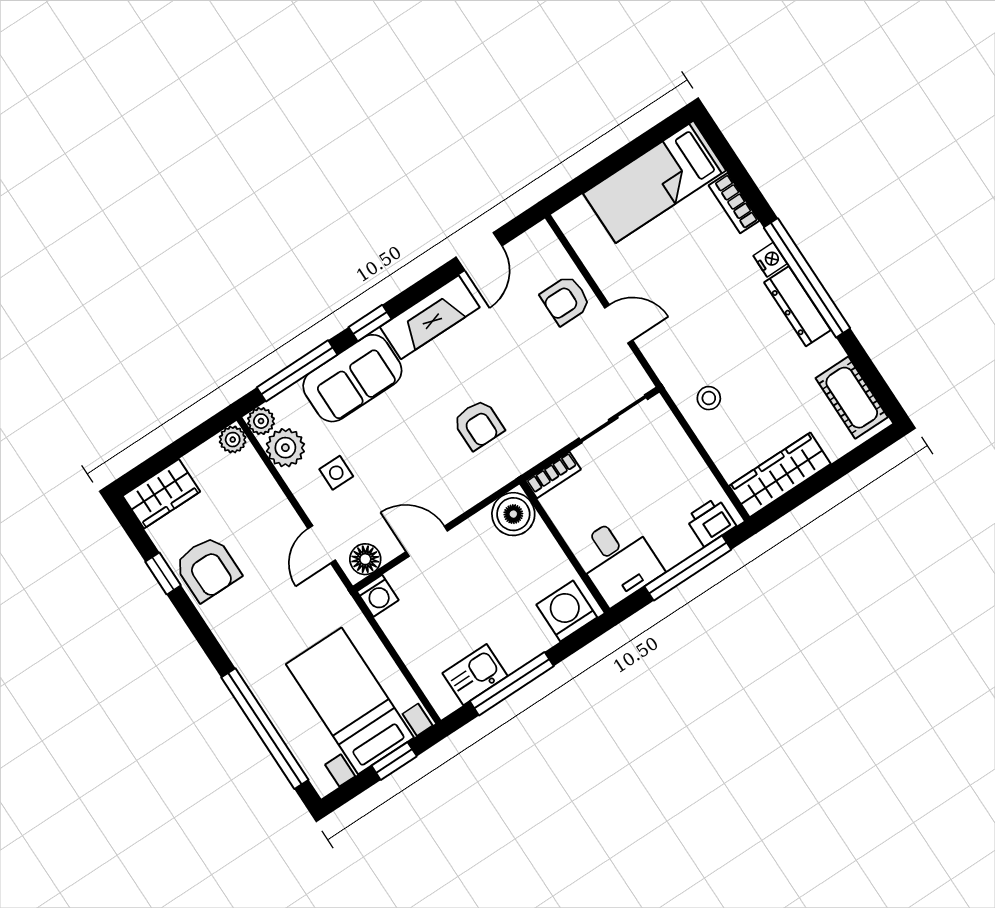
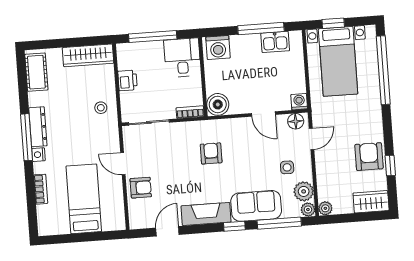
bed: (655, 182) -> (84, 199), moved, turned -90
window: (807, 278) -> (27, 137), width x0.68
printer: (711, 522) -> (128, 80), moved, turned -90

